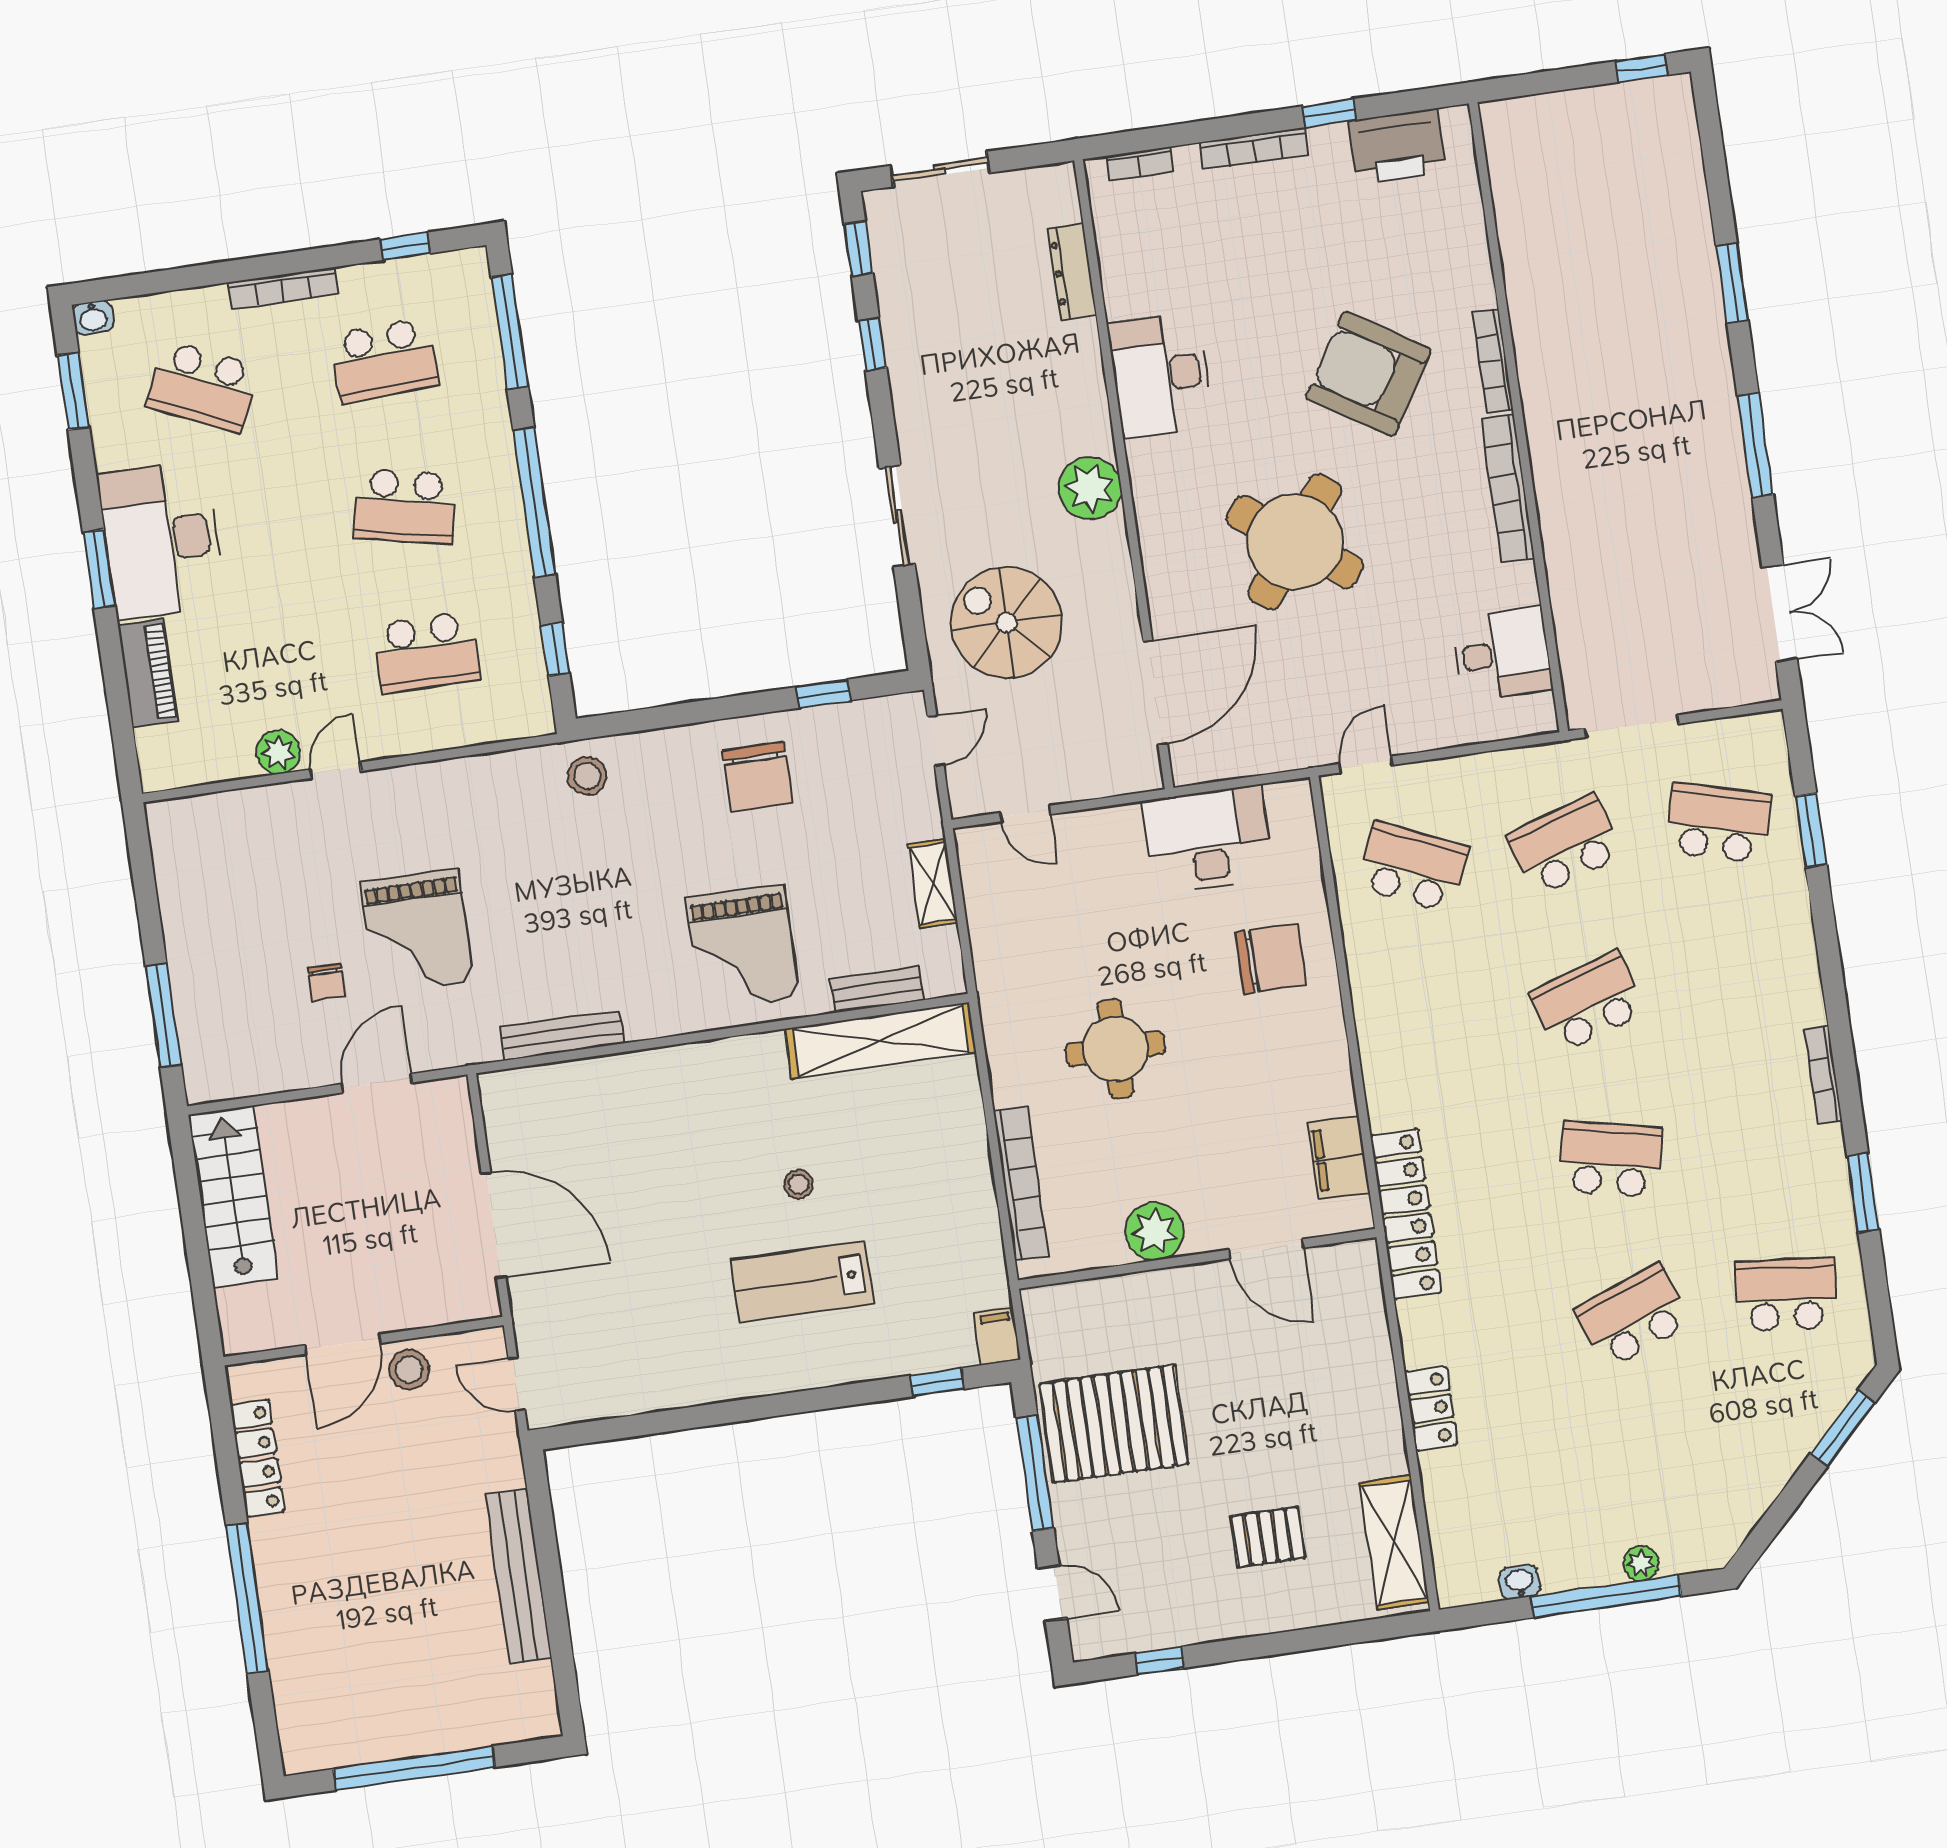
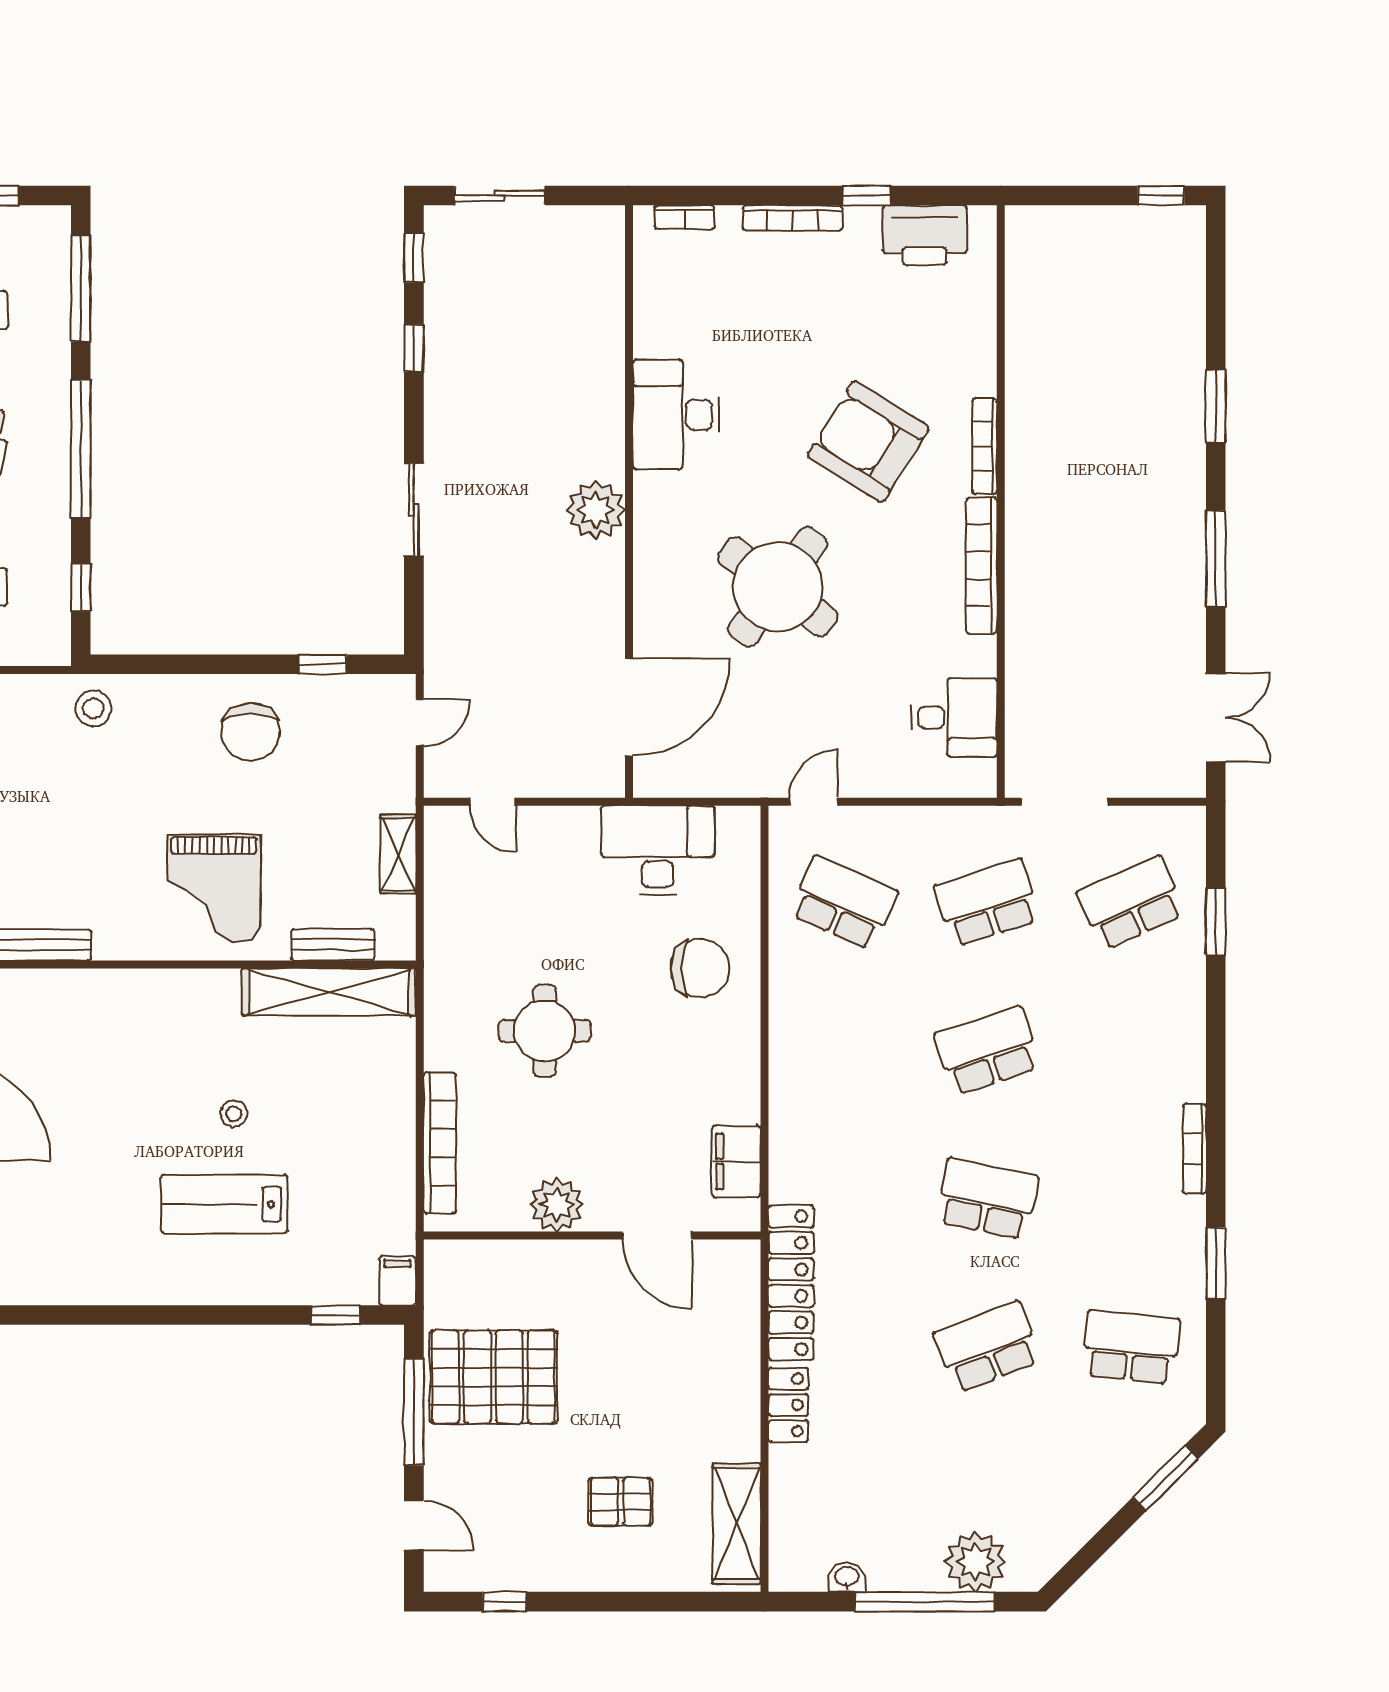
dresser: (1072, 272) -> (608, 308), removed
spiral stairs: (1006, 623) -> (501, 623), removed
school desk: (1718, 823) -> (1131, 903), turned -39
locker: (1406, 1214) -> (791, 1283), moved
plant: (1641, 1563) -> (975, 1562), width x1.87, depth x1.87

